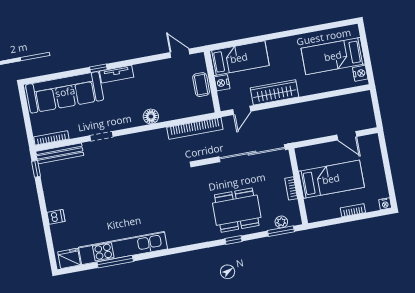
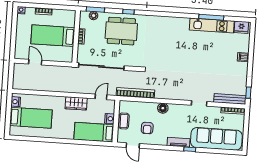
armchair: (166, 83) -> (147, 128), added
wardrobe: (274, 92) -> (76, 103), width x0.67
kitchen unit: (123, 248) -> (212, 25), width x0.73

